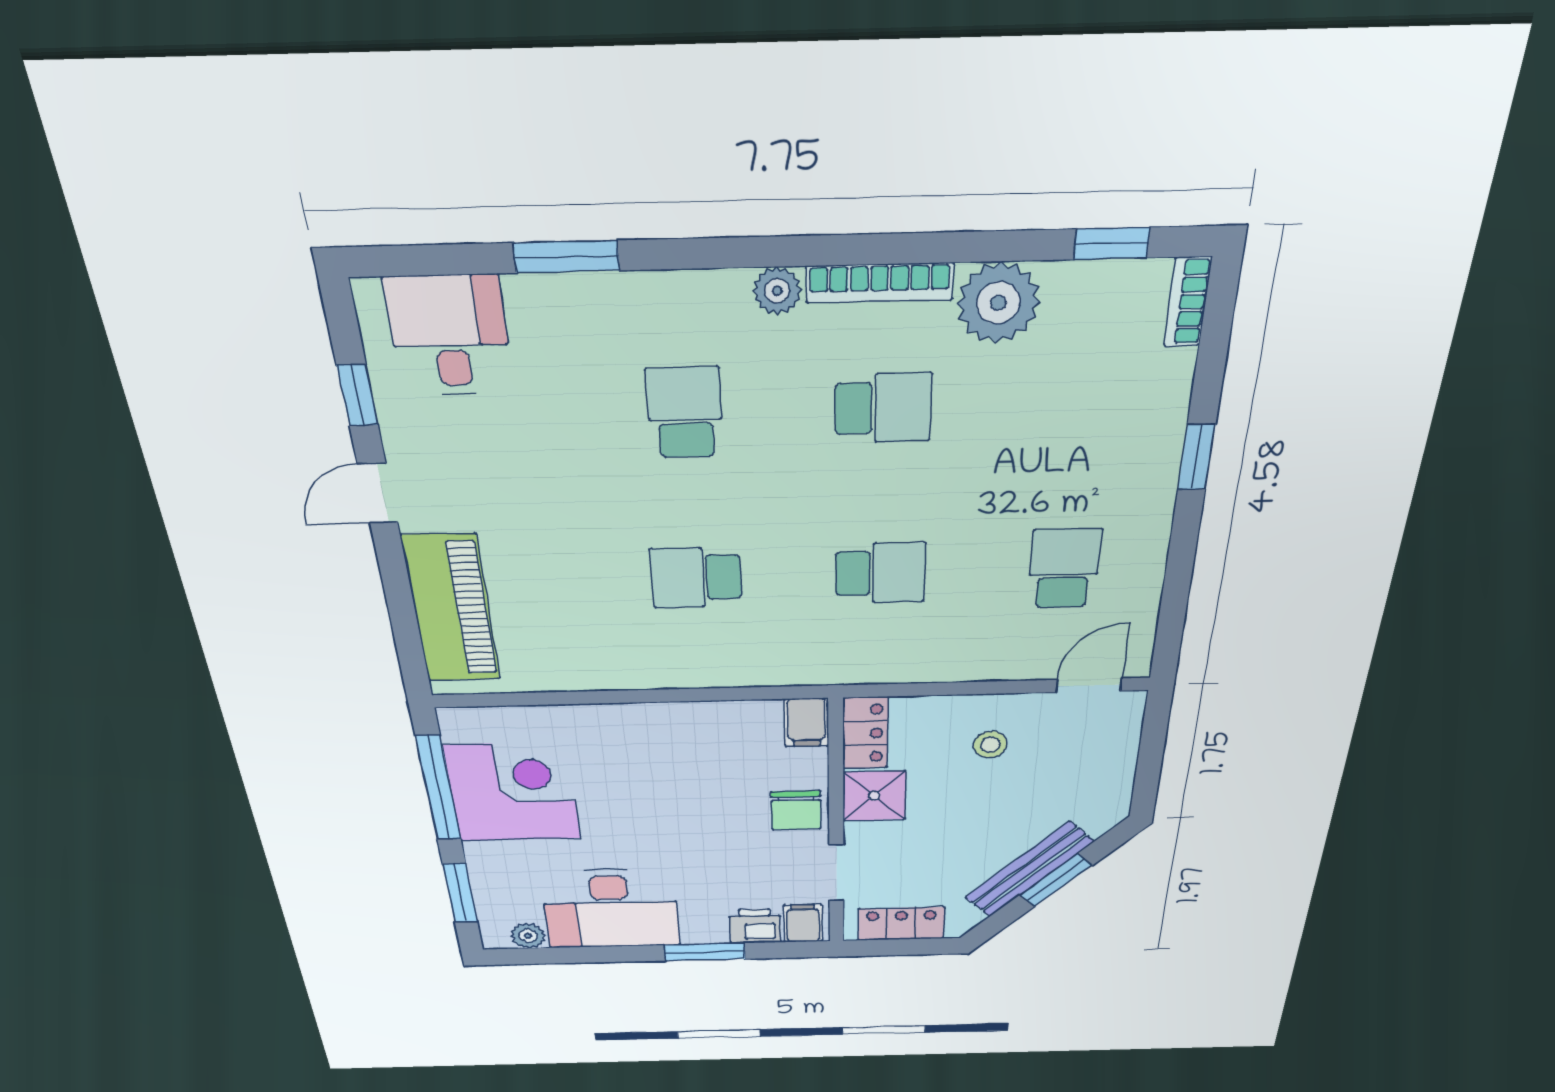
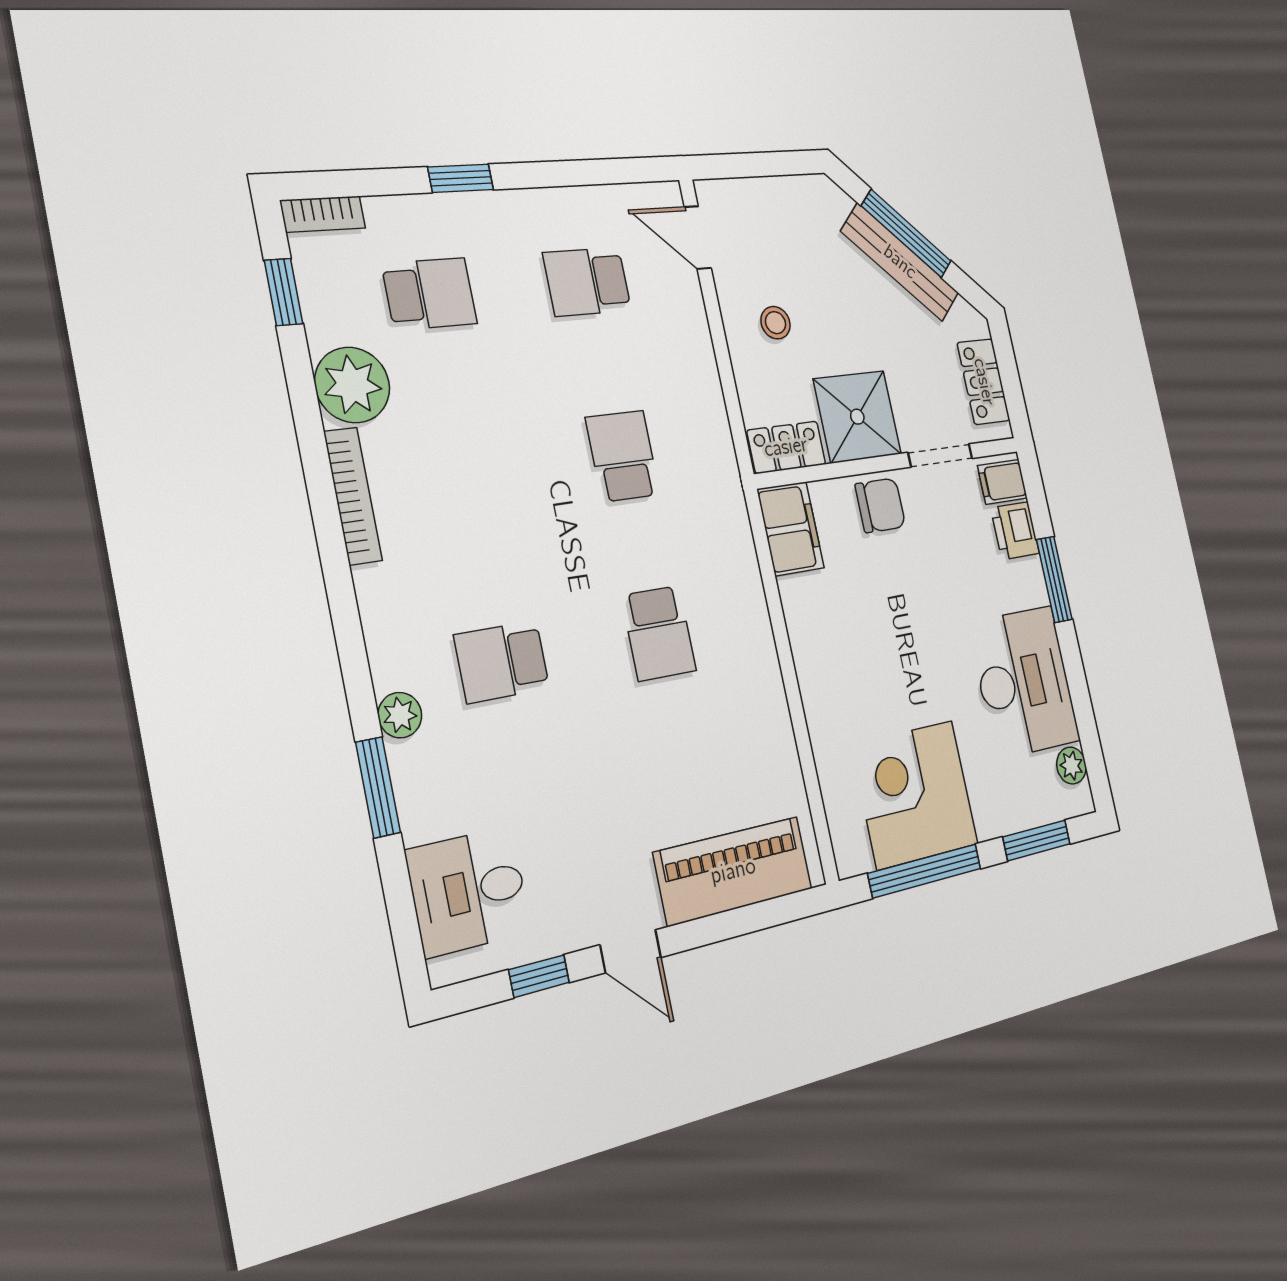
plant: (777, 291) -> (400, 715), moved
school desk: (883, 408) -> (430, 294), moved, turned 90
filing cabinet: (806, 722) -> (791, 529), width x2.00
shower: (874, 796) -> (857, 417), width x1.36, depth x1.36
window: (1056, 880) -> (906, 234), width x1.44

